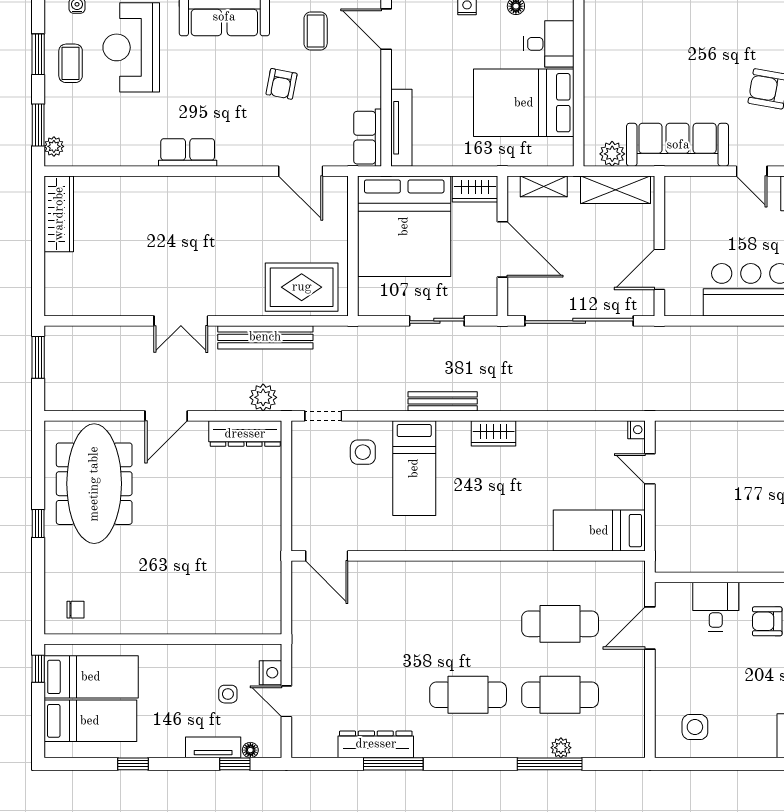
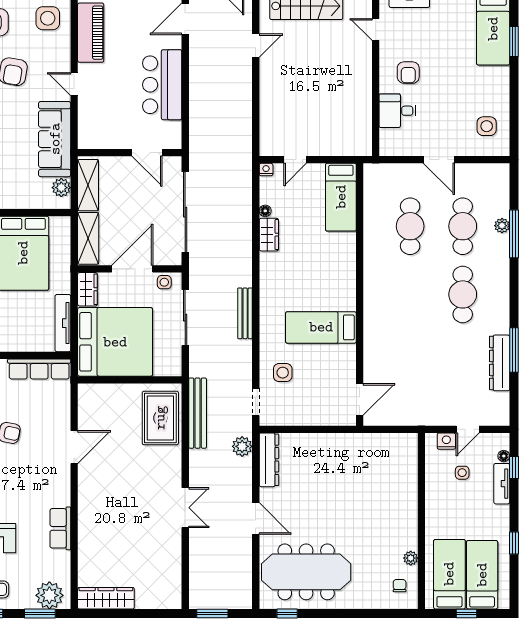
tv unit: (401, 128) -> (63, 323), moved, turned -90
row of seats: (368, 138) -> (39, 369), width x1.48
plant: (54, 146) -> (49, 595), width x1.88, depth x1.88
row of seats: (188, 152) -> (60, 528), moved
door: (301, 171) -> (74, 447), moved
door: (752, 171) -> (74, 84), swing flipped
shelving: (544, 186) -> (88, 238), width x1.50, depth x1.33
side table: (485, 293) -> (164, 282), added
sliding door: (437, 321) -> (185, 318), width x1.37
bench: (265, 337) -> (198, 413), moved
floor lamp: (581, 428) -> (265, 211), added
wardrobe: (494, 433) -> (269, 235), moved
bed: (414, 468) -> (321, 327), moved, turned 180
window: (38, 524) -> (287, 614), moved
plant: (113, 625) -> (411, 558), added
door: (650, 628) -> (439, 160), moved
window: (38, 669) -> (466, 614), moved

